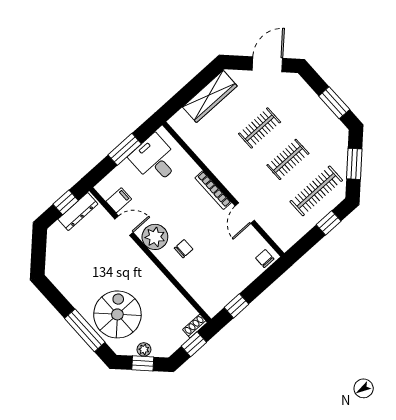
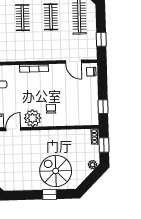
door: (245, 213) -> (73, 62), moved
window: (329, 223) -> (101, 39), moved
window: (85, 330) -> (49, 194), width x0.46
plant: (144, 349) -> (93, 165), moved
window: (143, 363) -> (92, 179), removed

